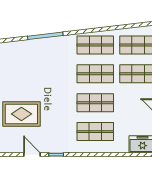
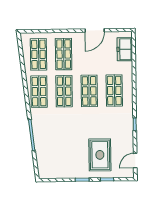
door: (32, 155) -> (135, 161), moved

